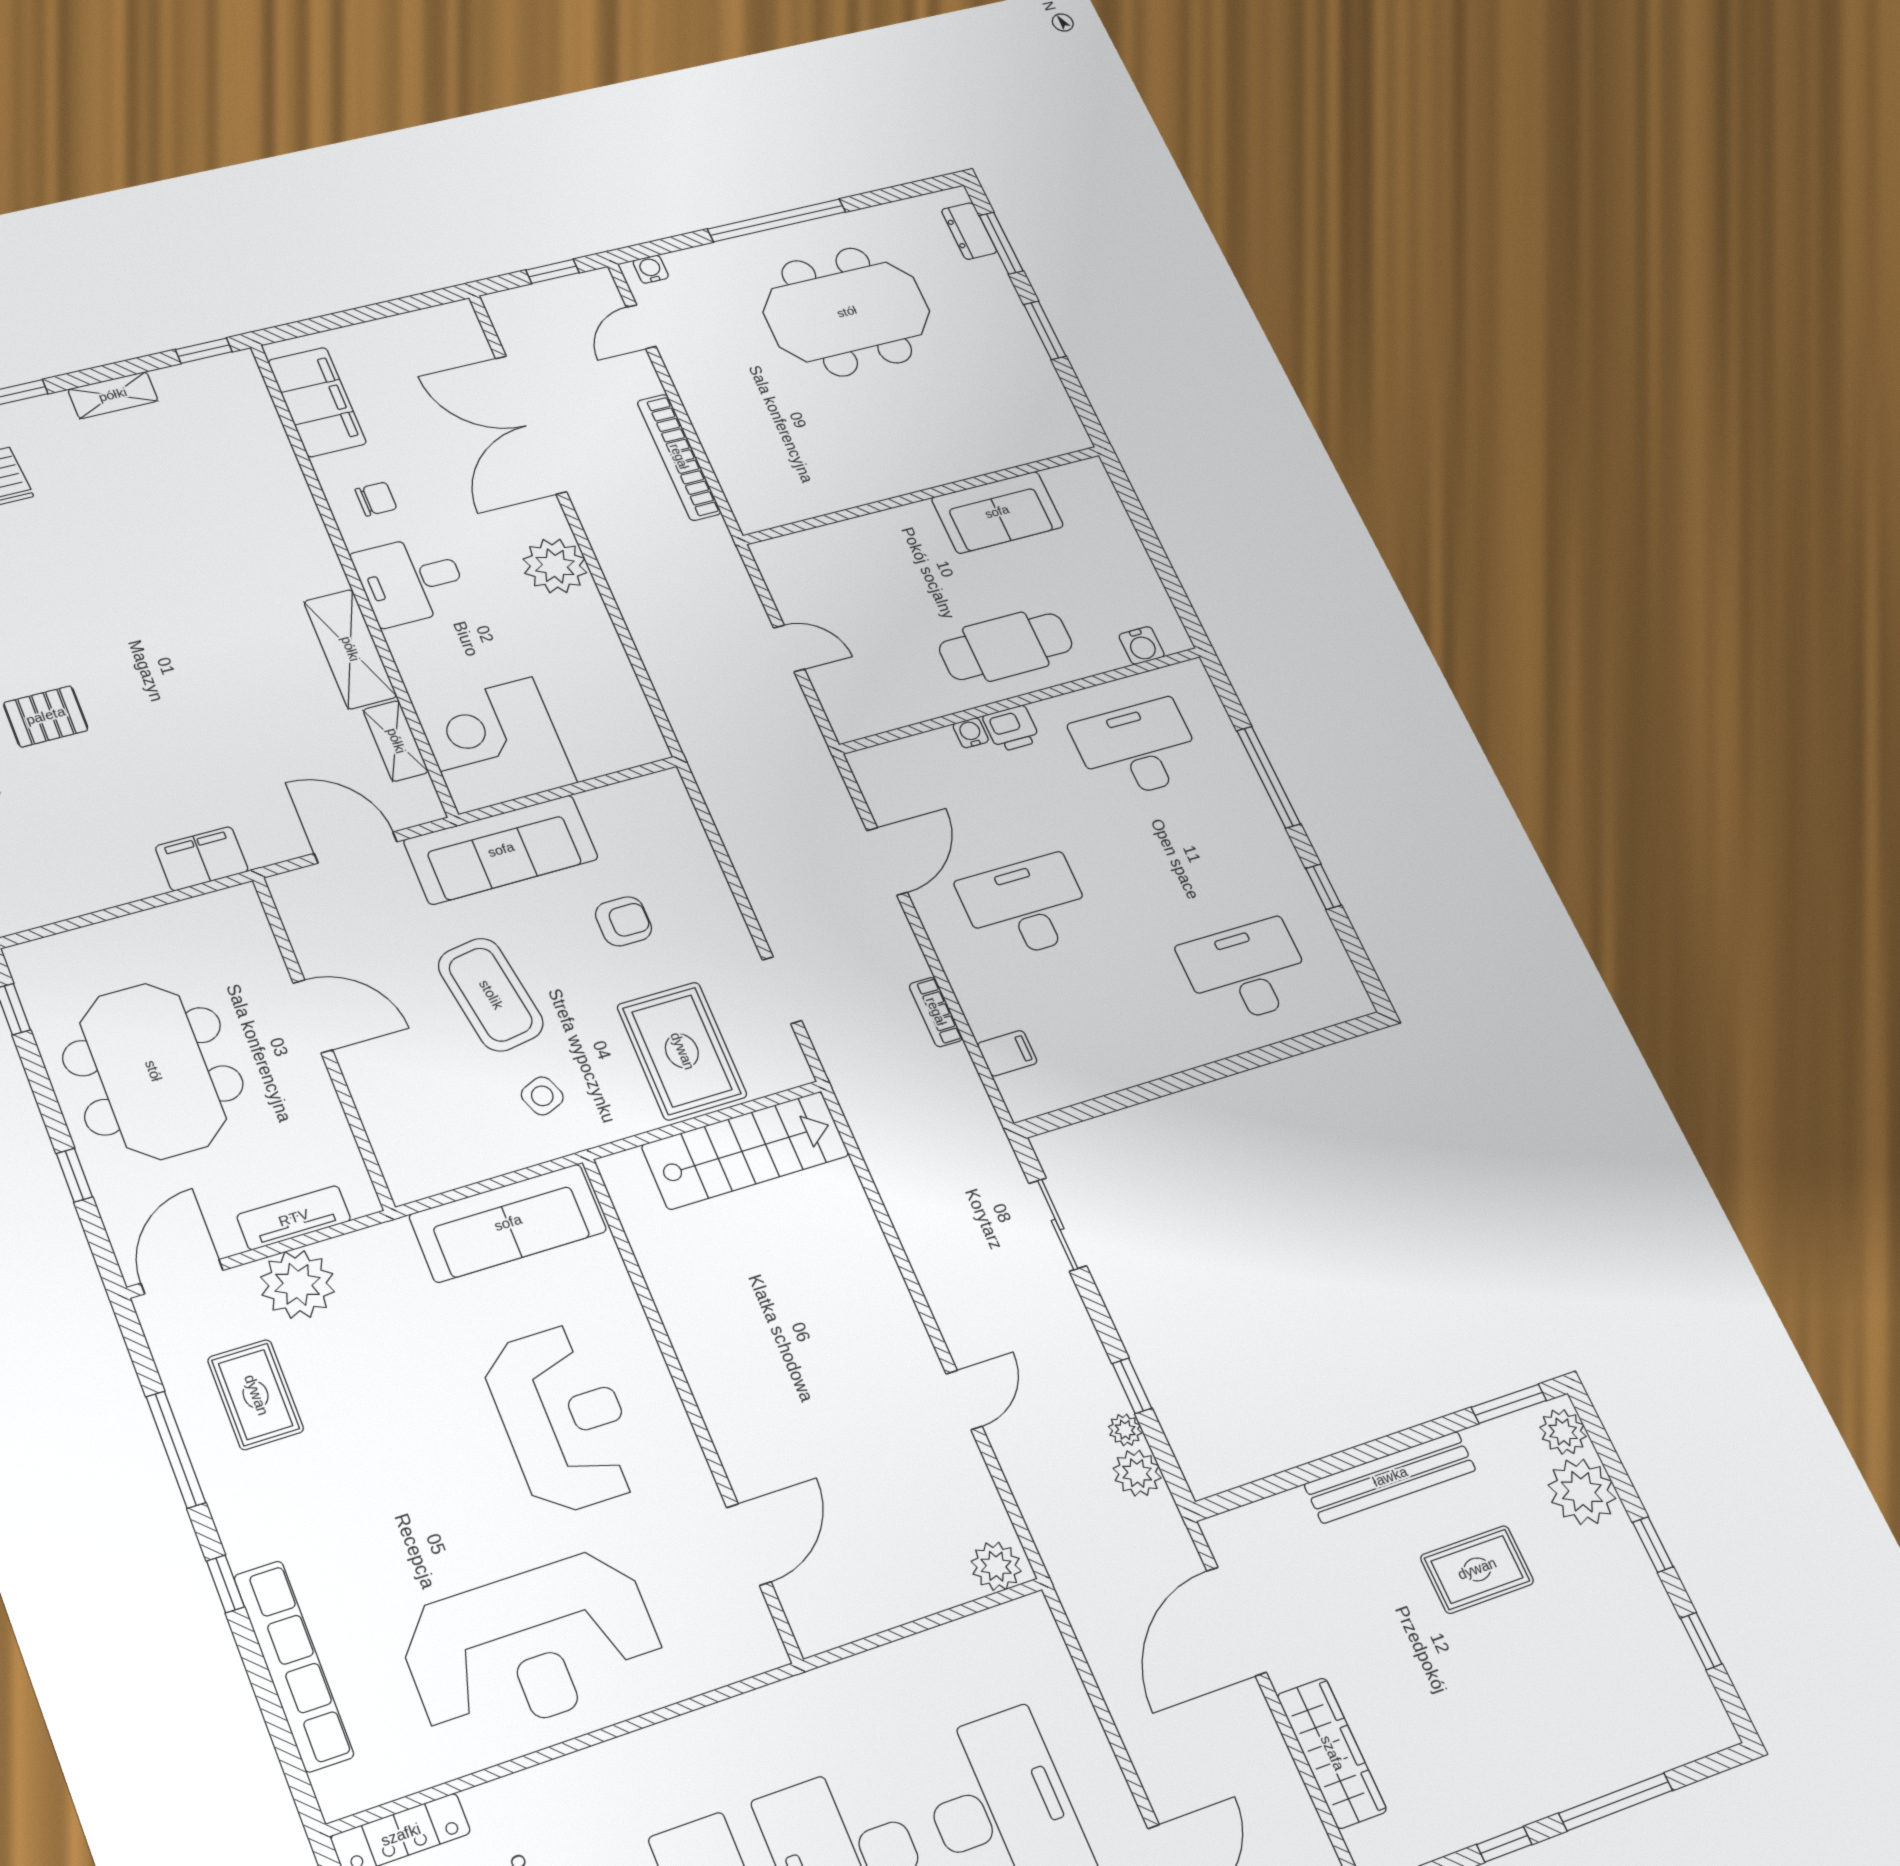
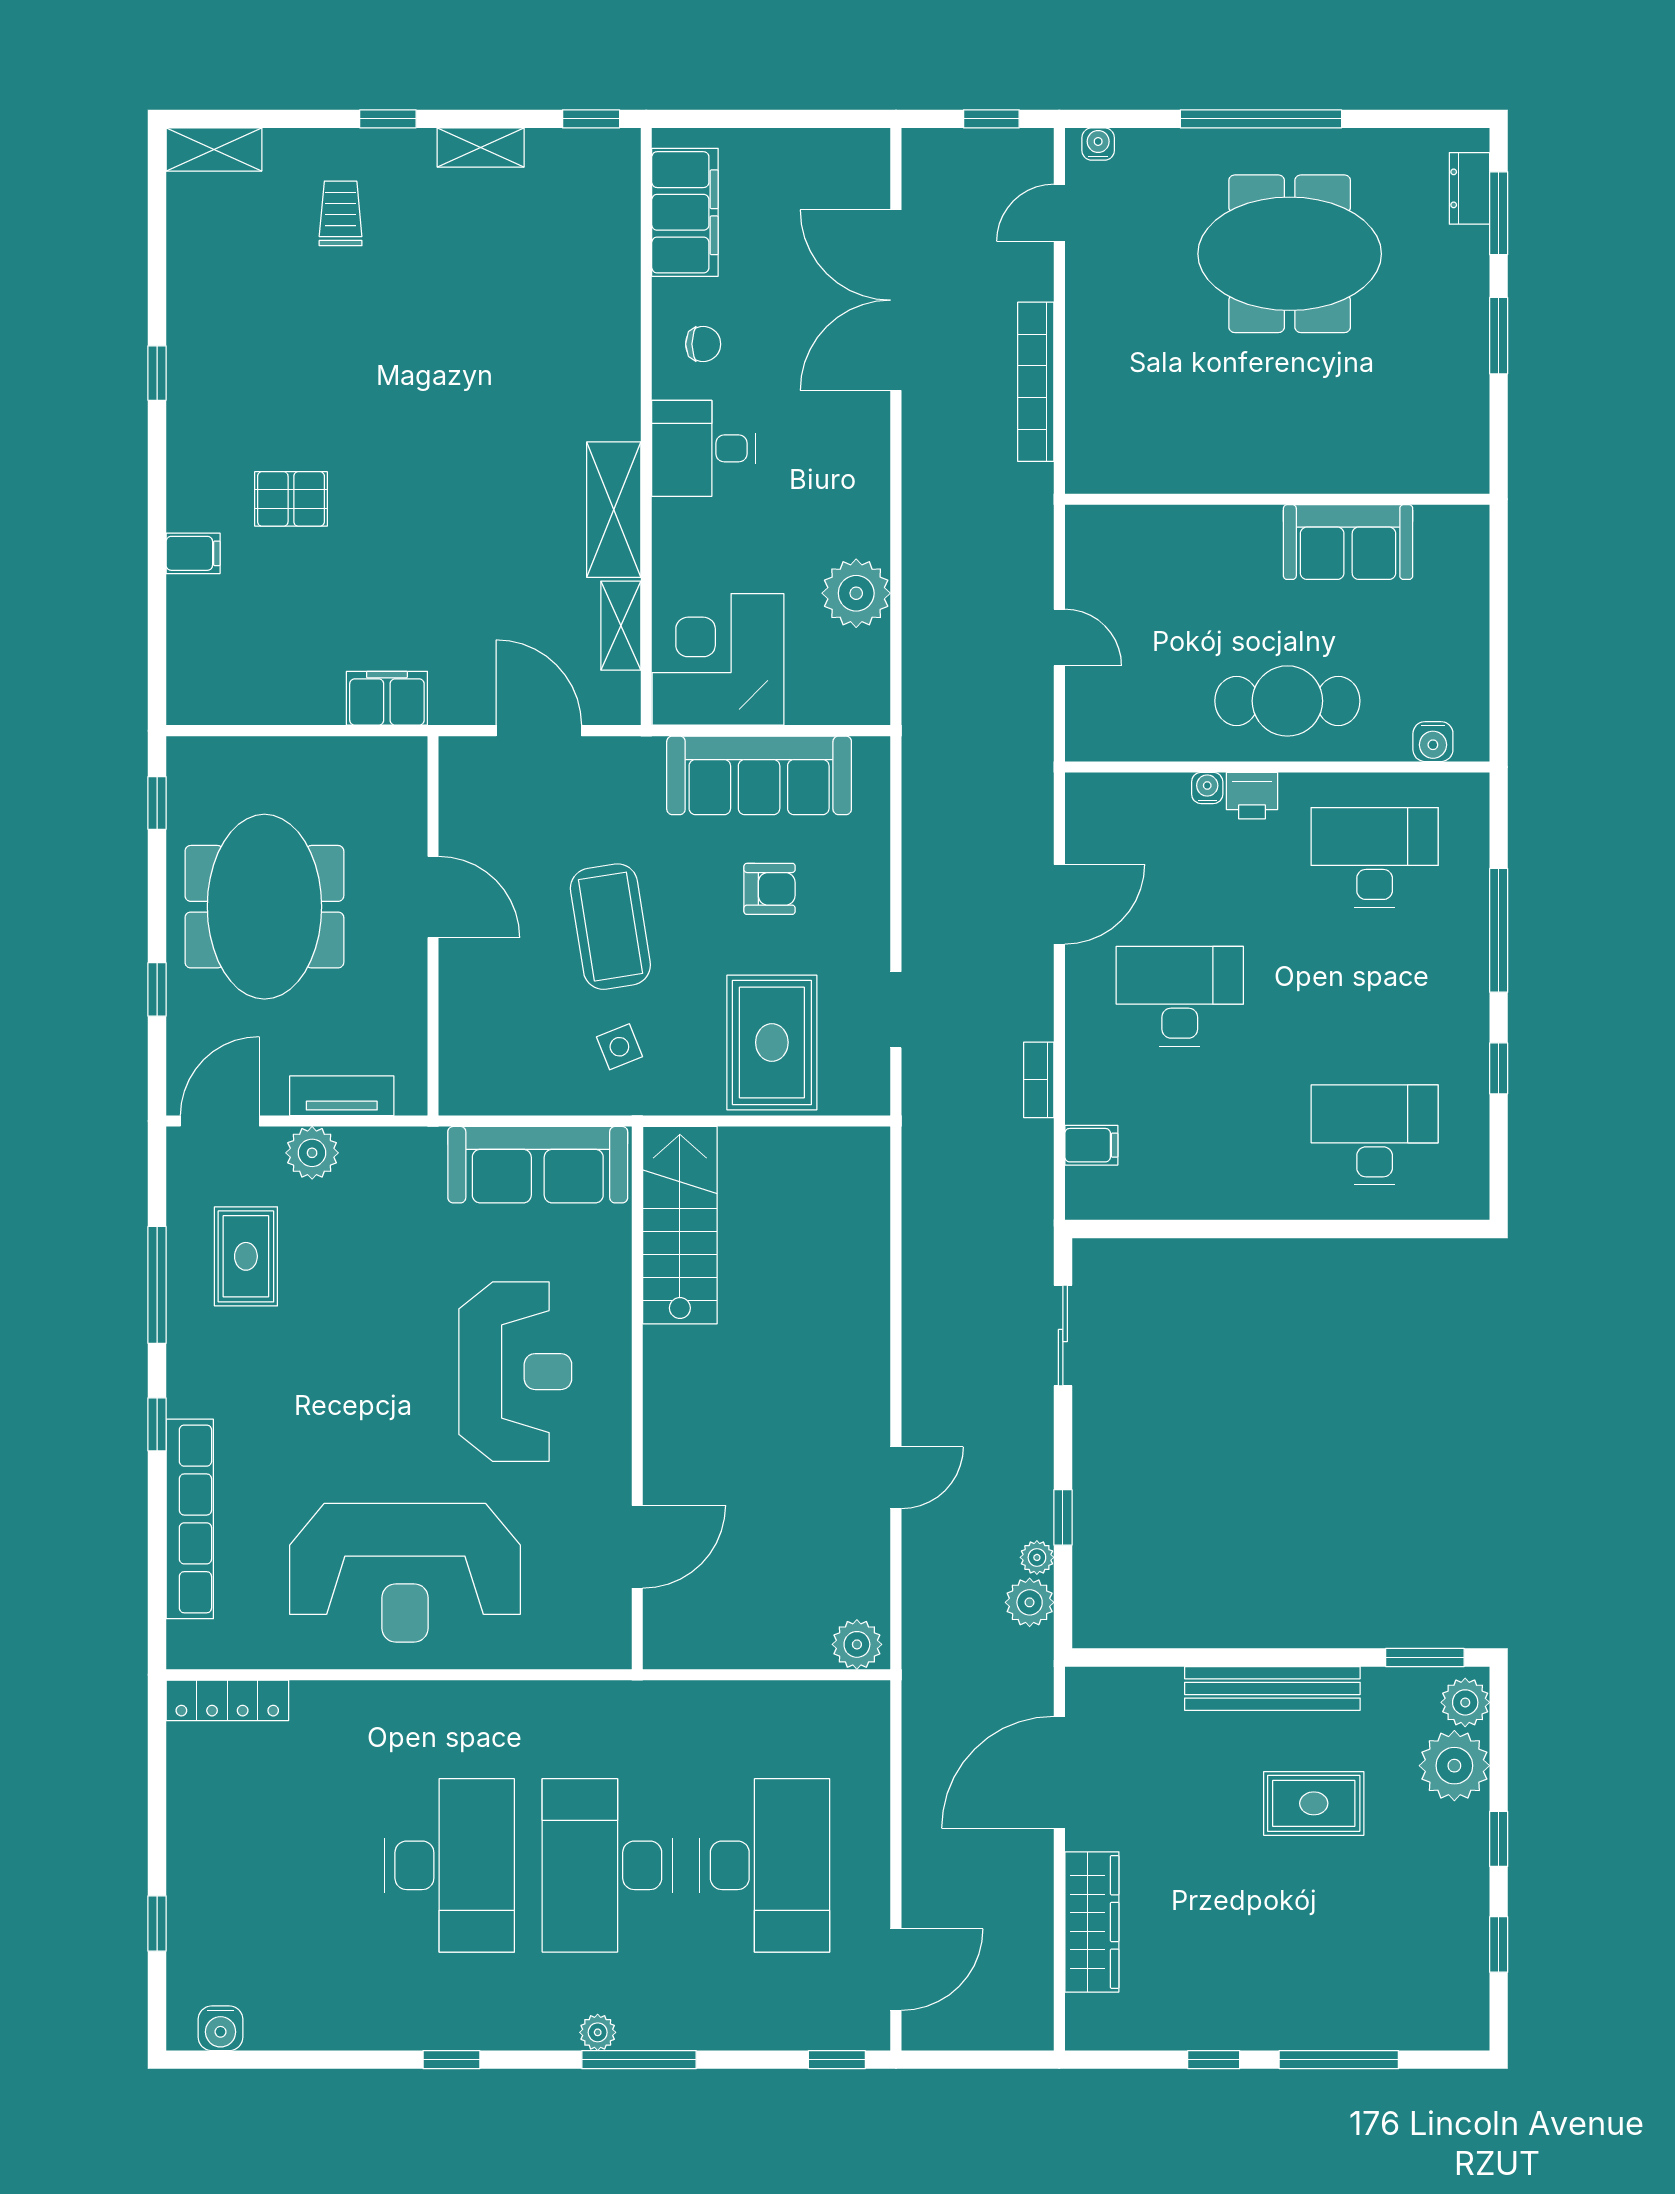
plant: (555, 566) -> (856, 593), moved
sofa: (501, 850) -> (759, 775), moved
stairs: (745, 1150) -> (680, 1225), moved, turned -90
plant: (298, 1284) -> (312, 1153), width x0.73, depth x0.73

